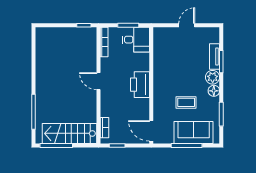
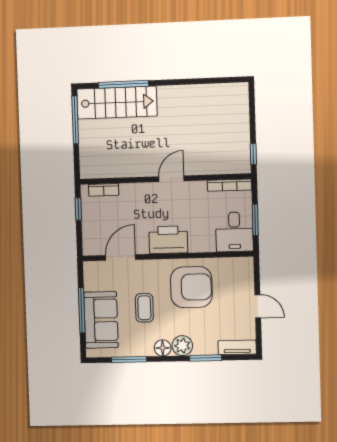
tv unit: (215, 57) -> (237, 347), moved
armchair: (173, 70) -> (191, 287), added
door: (151, 131) -> (121, 258), moved
stairs: (70, 133) -> (117, 102), moved, turned 90

